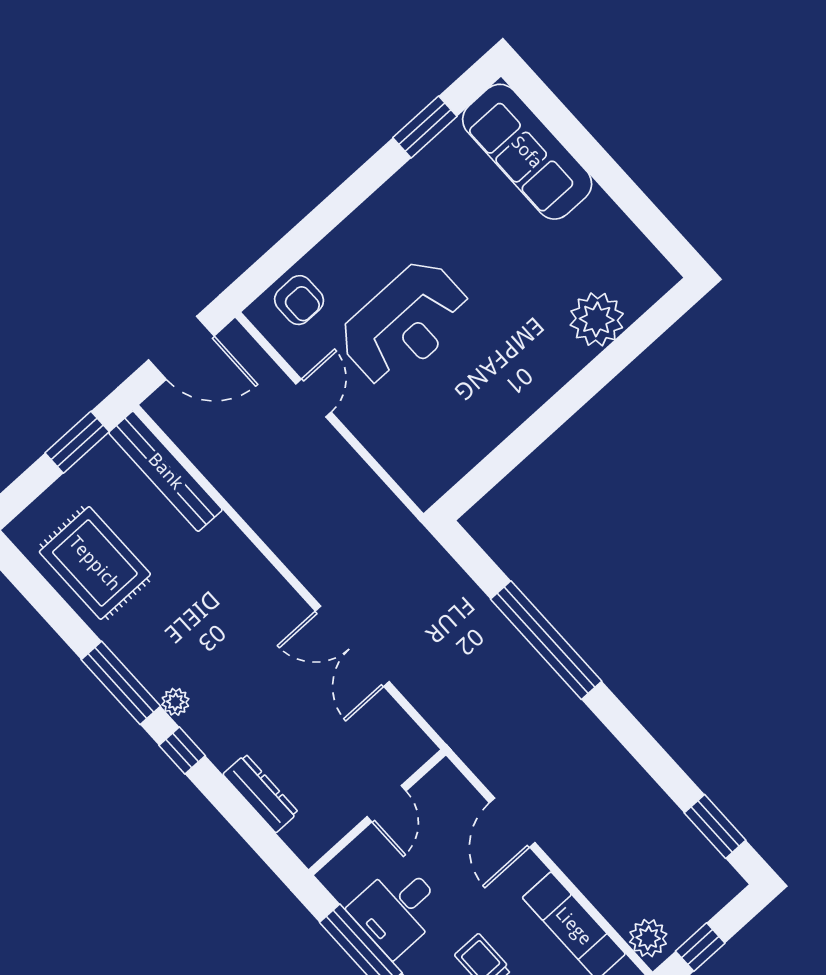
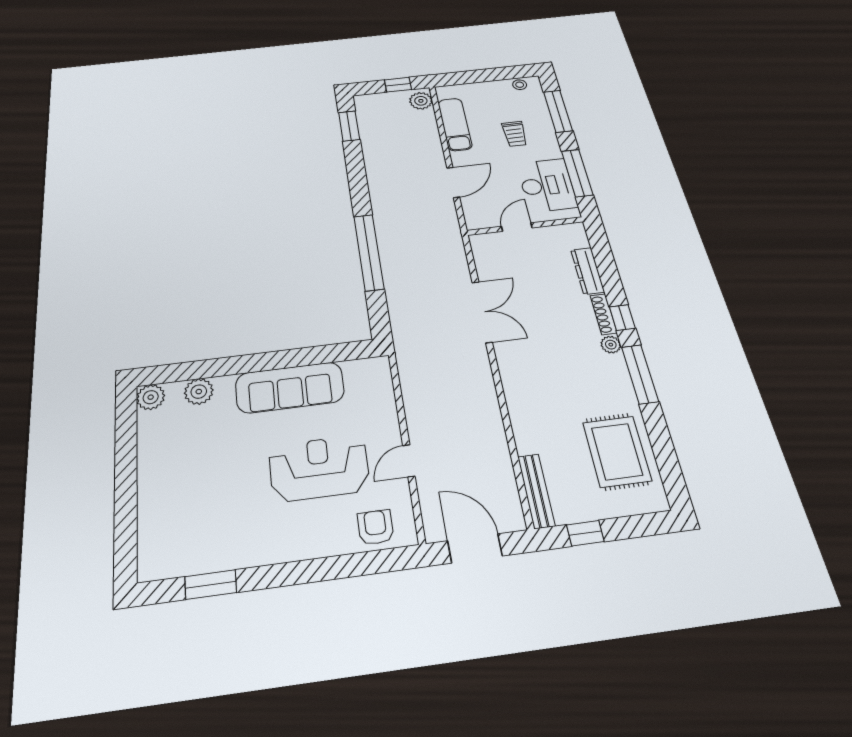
sofa: (527, 152) -> (290, 388), moved, turned 90
plant: (656, 276) -> (151, 397), added
plant: (597, 319) -> (199, 392), width x0.73, depth x0.73
window: (77, 442) -> (585, 533), width x0.67
bench: (166, 471) -> (536, 491), width x0.73, depth x0.82
shoe rack: (207, 740) -> (604, 314), added
desk: (397, 909) -> (547, 185), width x1.37

